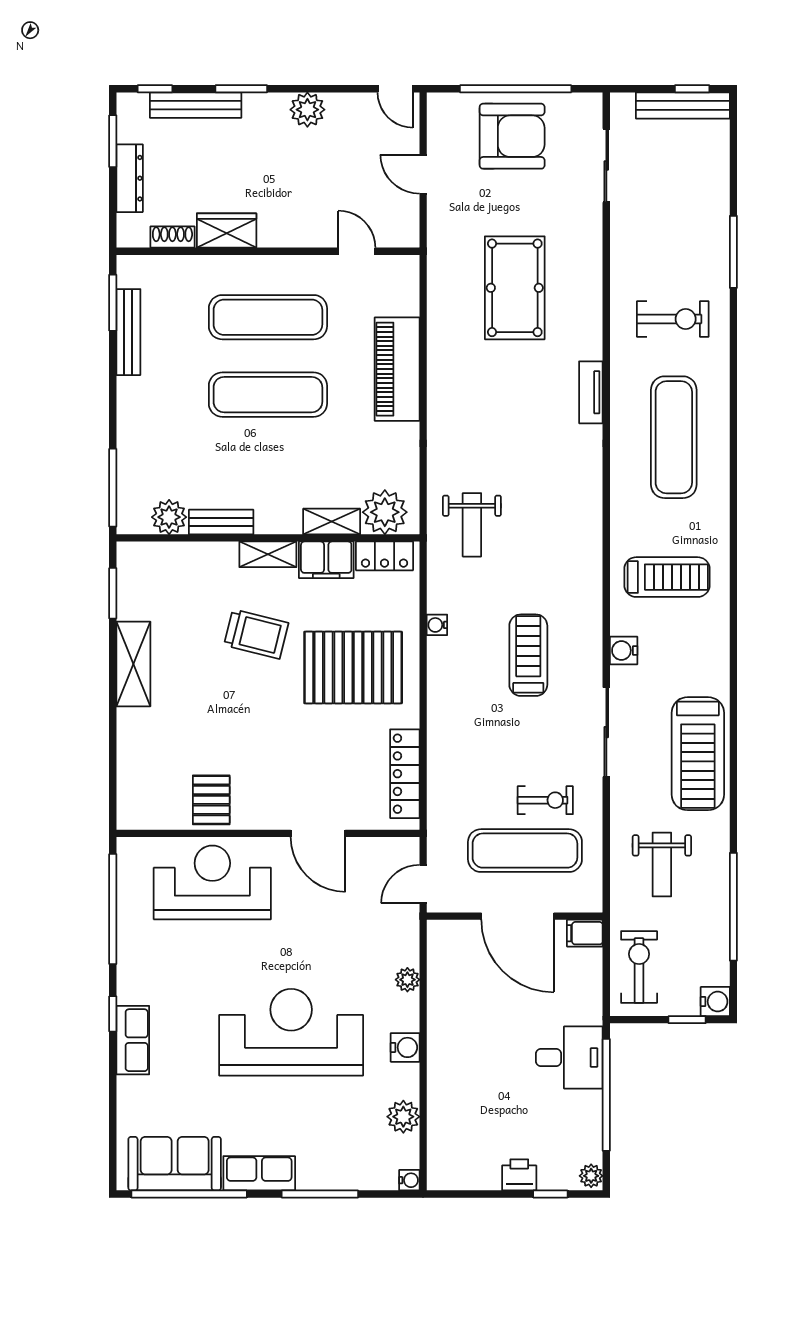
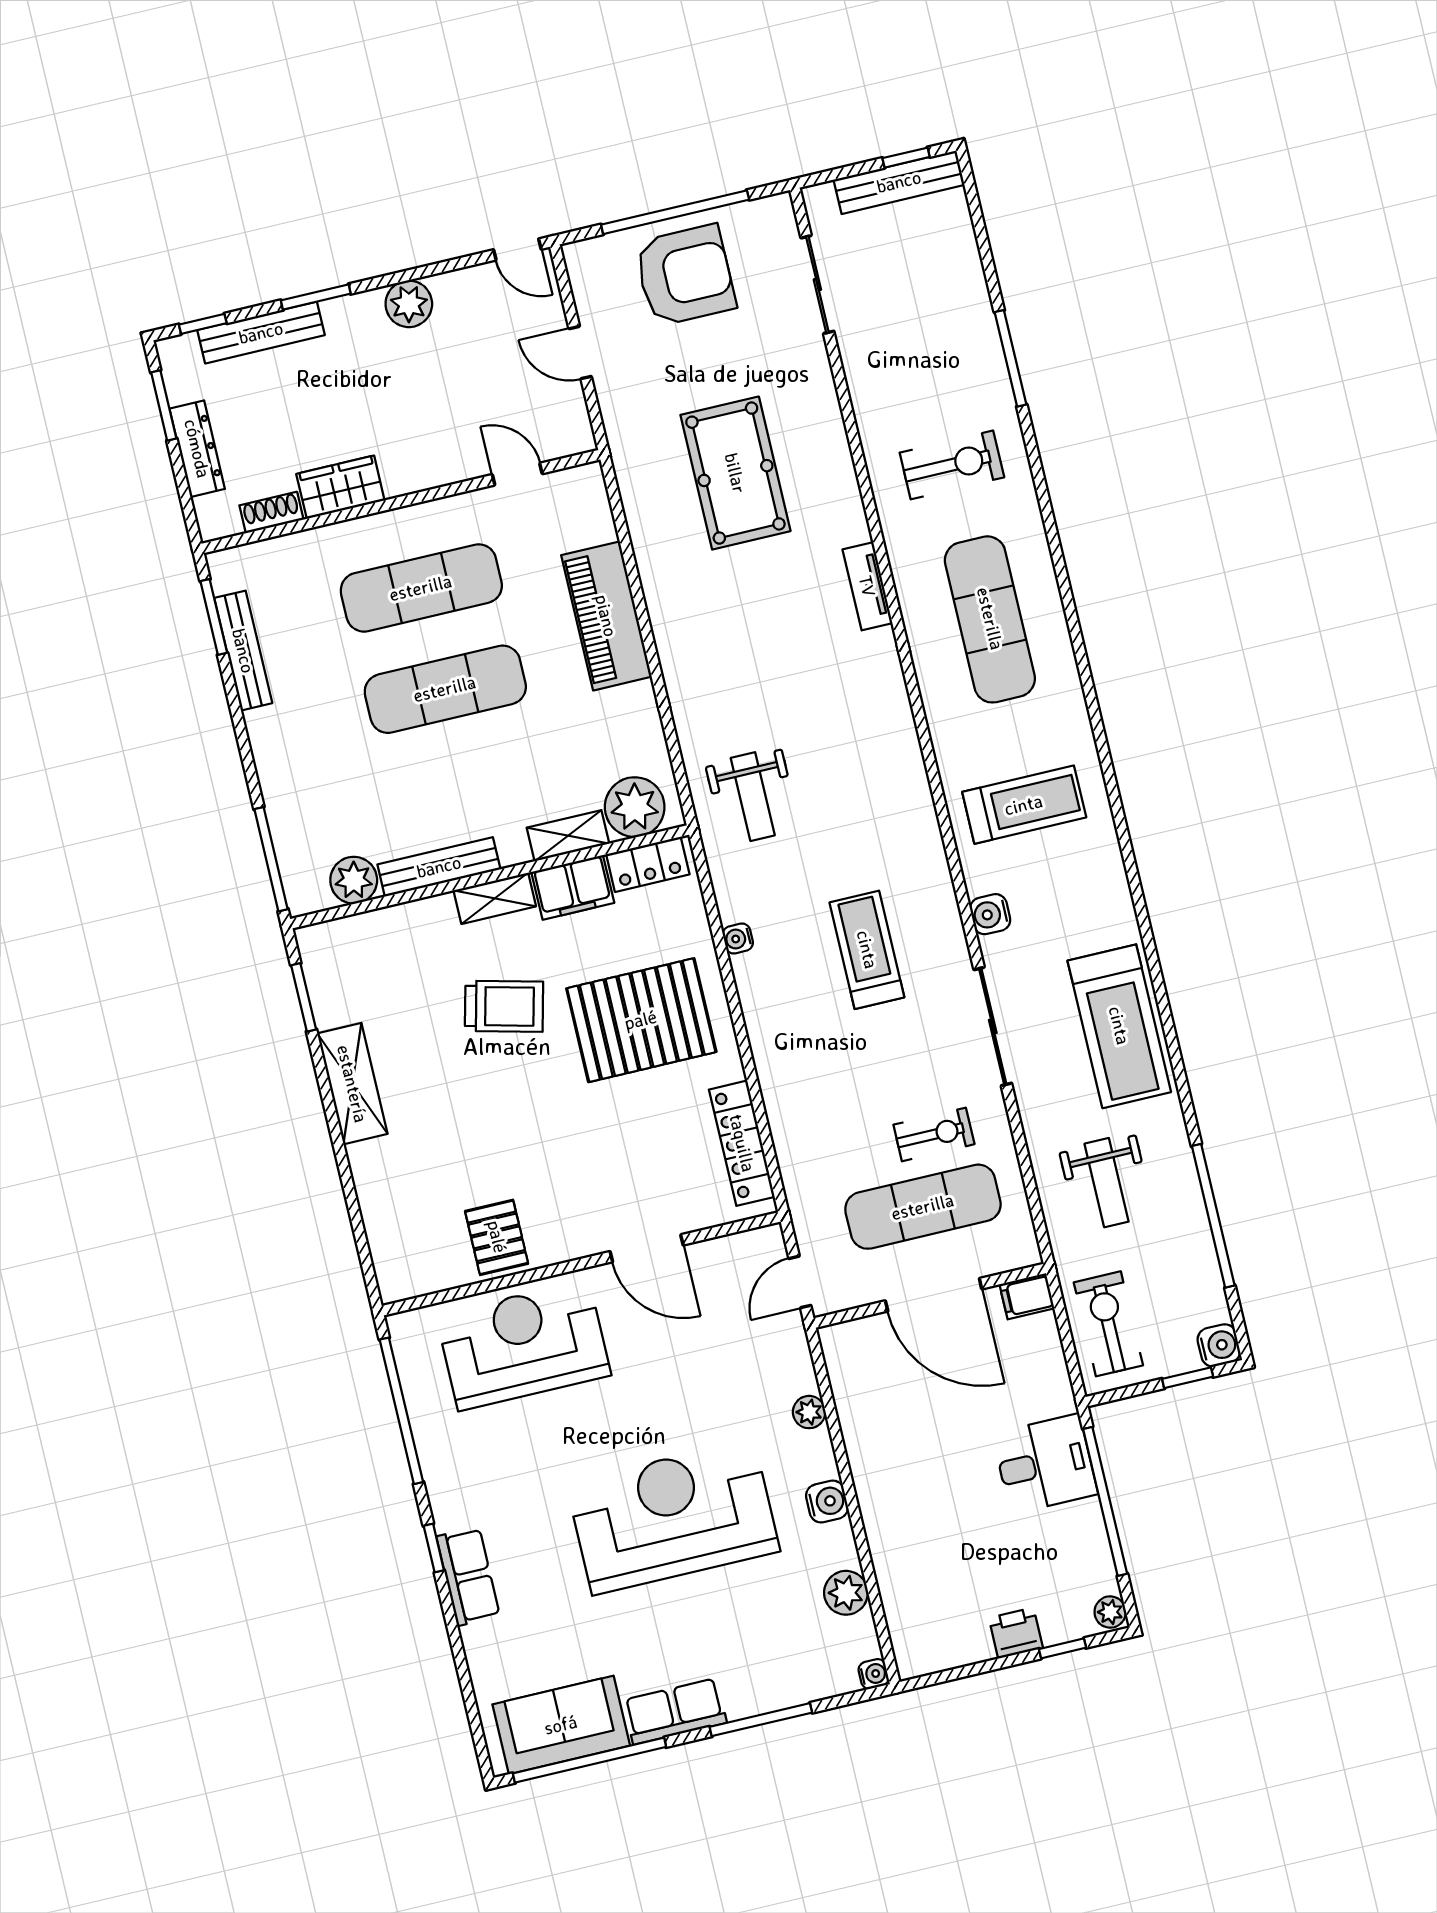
bench: (221, 522) -> (439, 867), width x1.36

